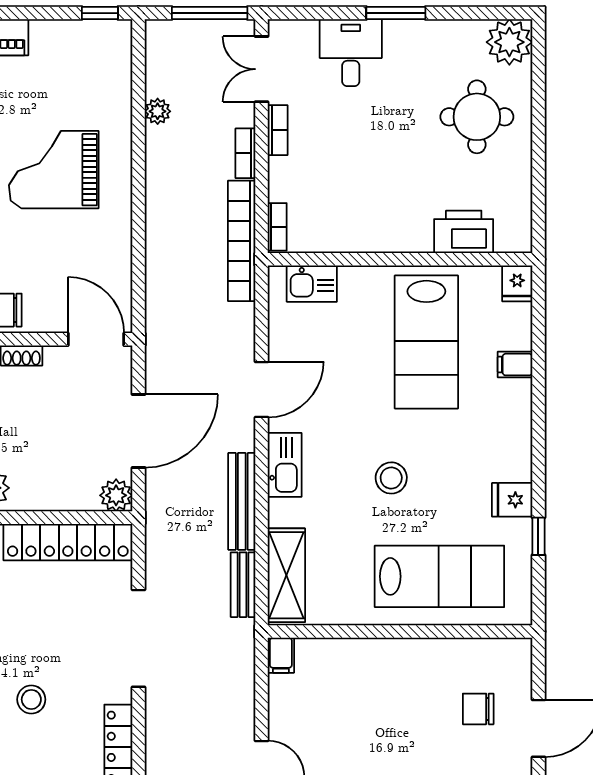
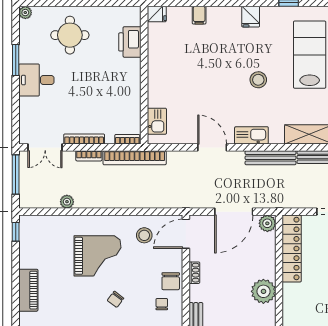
window: (396, 13) -> (16, 60), moved
plant: (509, 42) -> (25, 13), width x0.53, depth x0.53
desk: (351, 53) -> (36, 80), moved
bookcase: (278, 130) -> (84, 139), width x1.56
grand piano: (54, 170) -> (97, 256), turned -90
stool: (93, 259) -> (144, 235), added
lab bench: (426, 342) -> (187, 61), removed
door: (138, 431) -> (234, 212), swing flipped
fridge: (512, 500) -> (251, 17), moved

